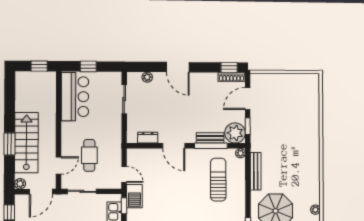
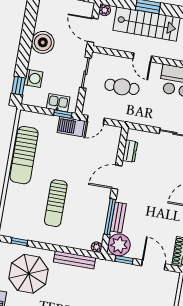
door: (59, 165) -> (142, 57), moved
sun lounger: (218, 180) -> (56, 203), moved, turned 90

